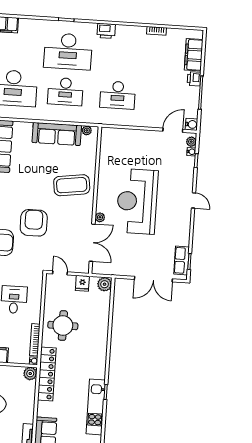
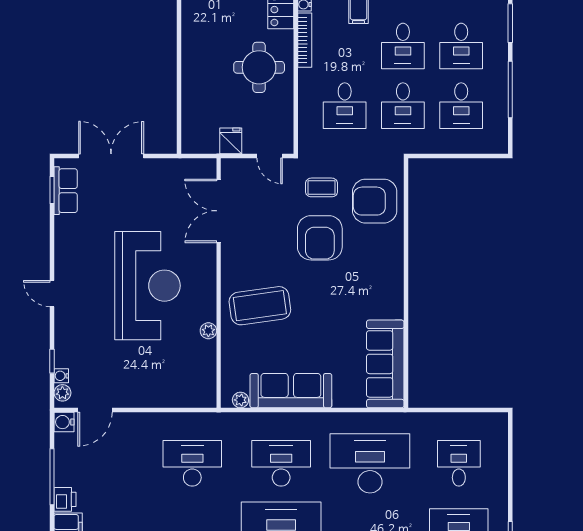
plant: (100, 217) -> (208, 331), moved
coffee table: (31, 252) -> (322, 187), added
plant: (105, 284) -> (193, 142), removed

